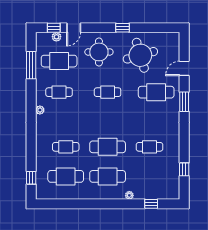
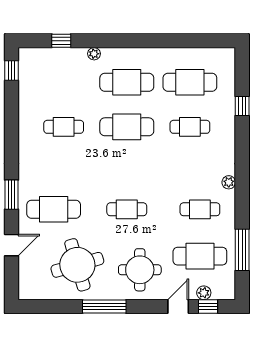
window: (123, 28) -> (104, 306), width x2.17
window: (184, 169) -> (11, 70), moved
window: (31, 178) -> (242, 106), moved

